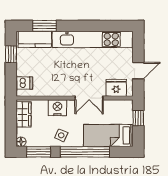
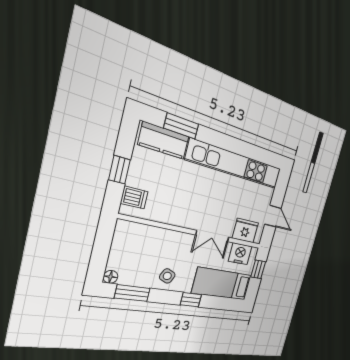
window: (11, 54) -> (119, 170), moved
door: (138, 71) -> (273, 216), hinge flipped
nightstand: (57, 108) -> (240, 254), moved
wardrobe: (24, 114) -> (123, 241), removed
window: (85, 152) -> (191, 300), width x0.32

